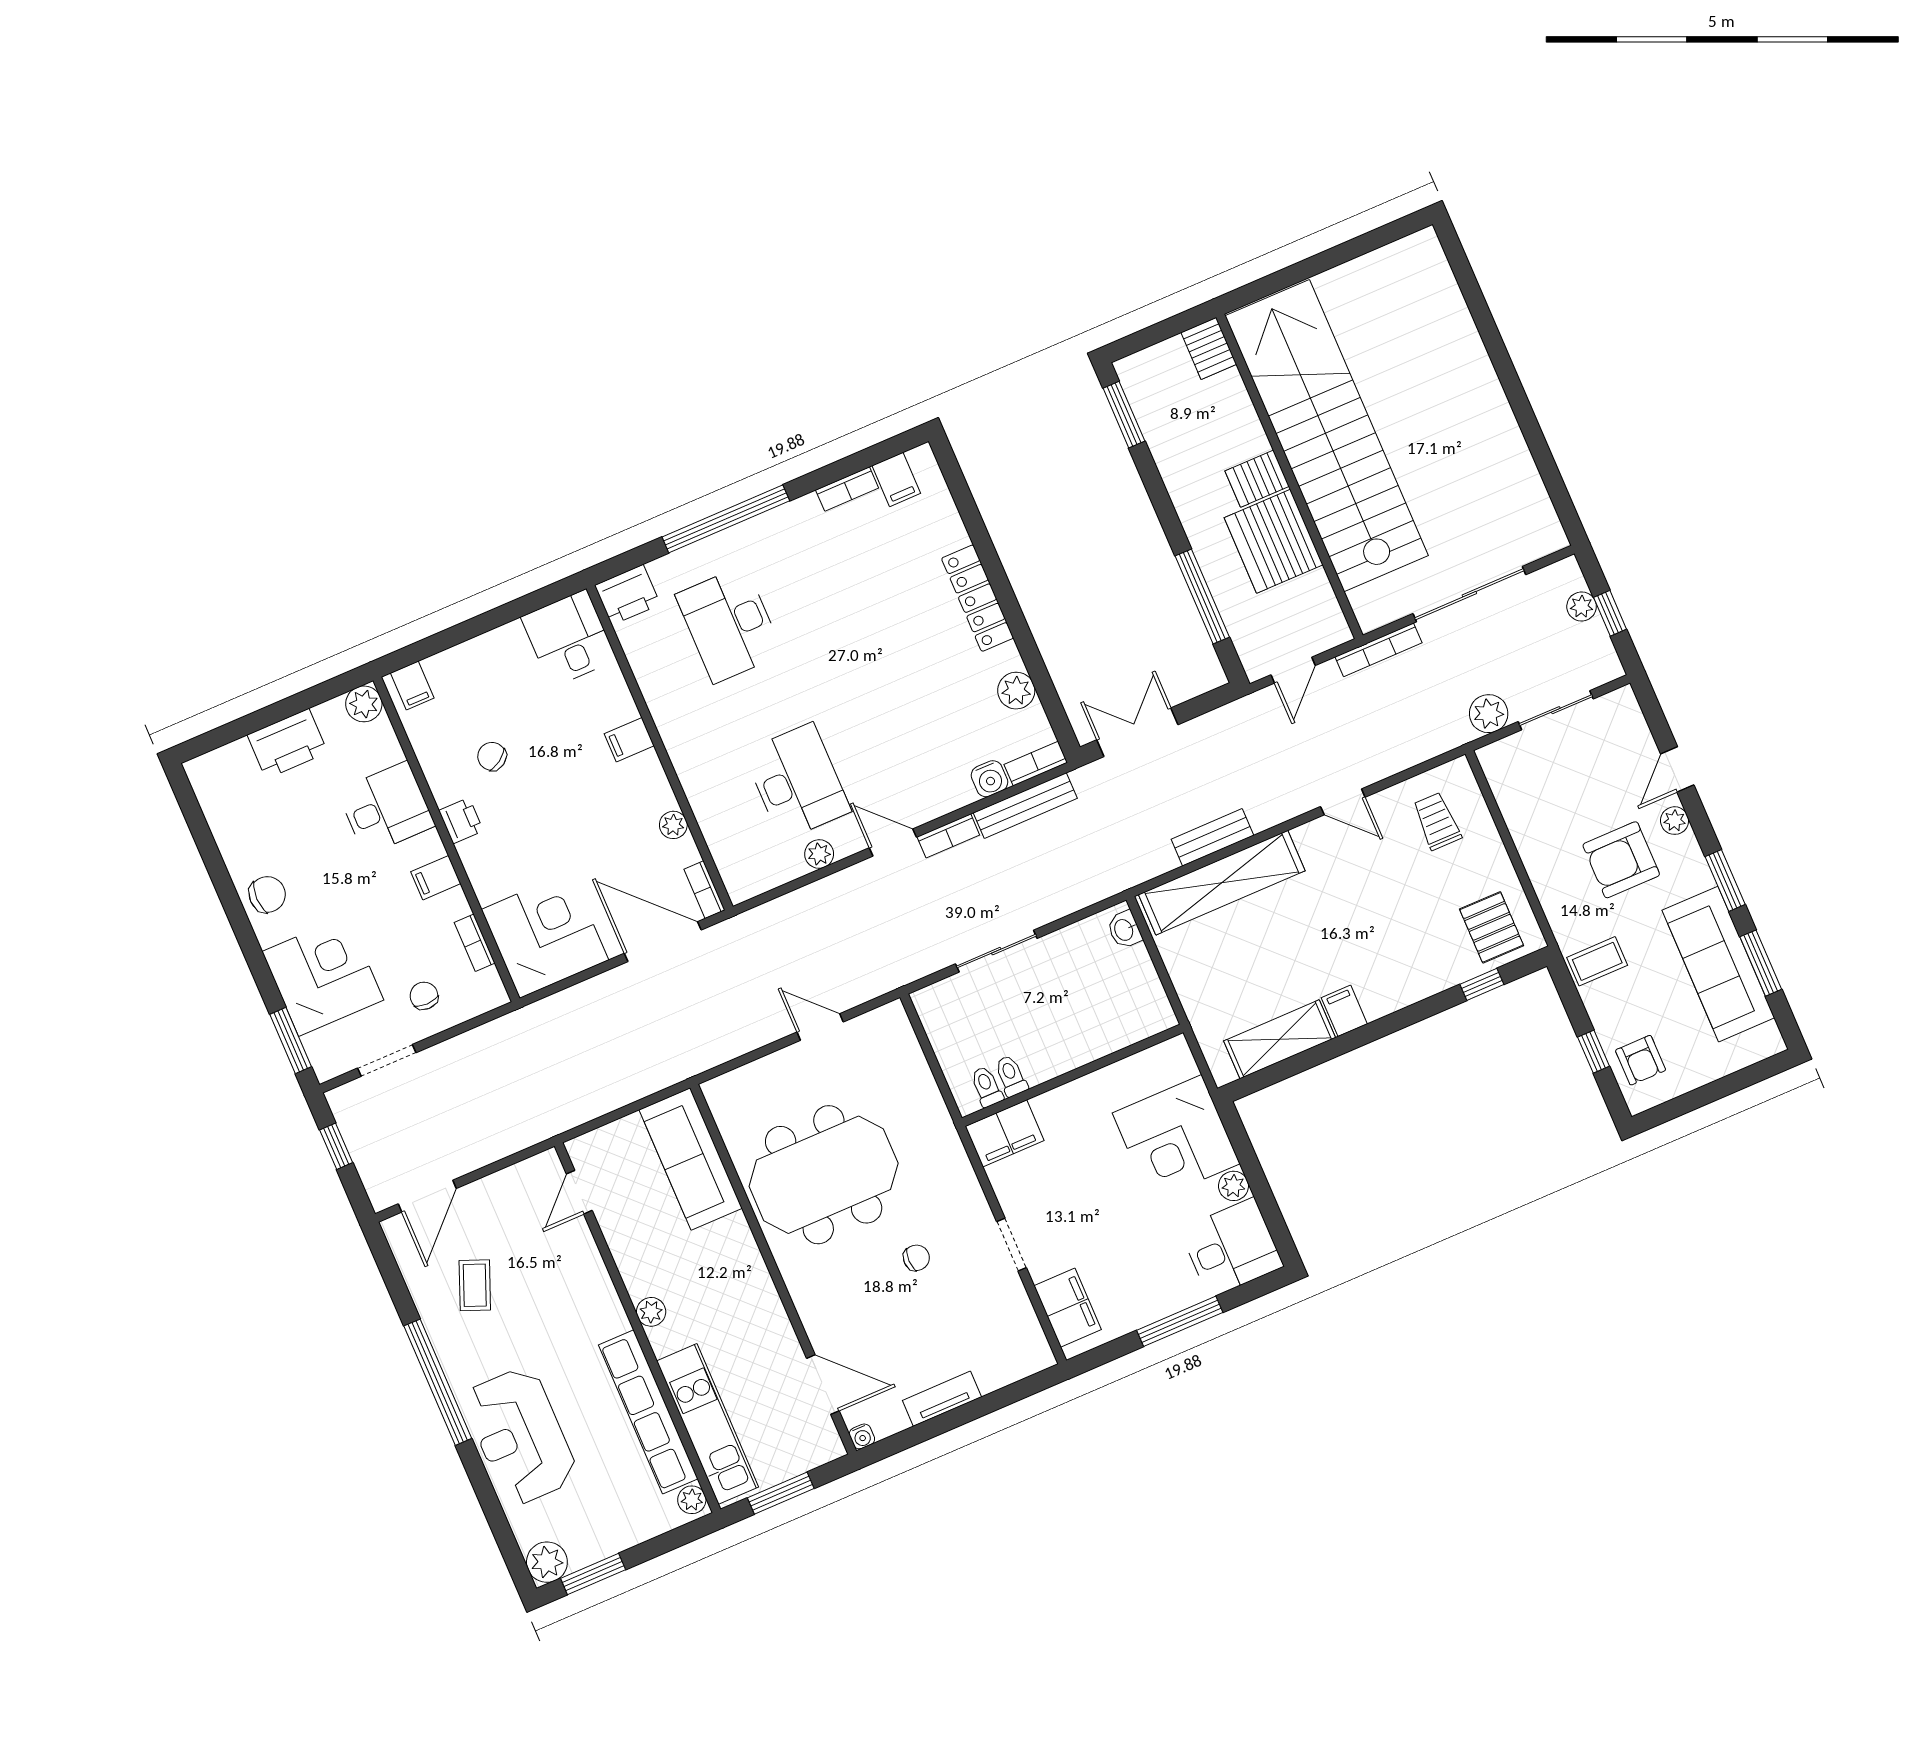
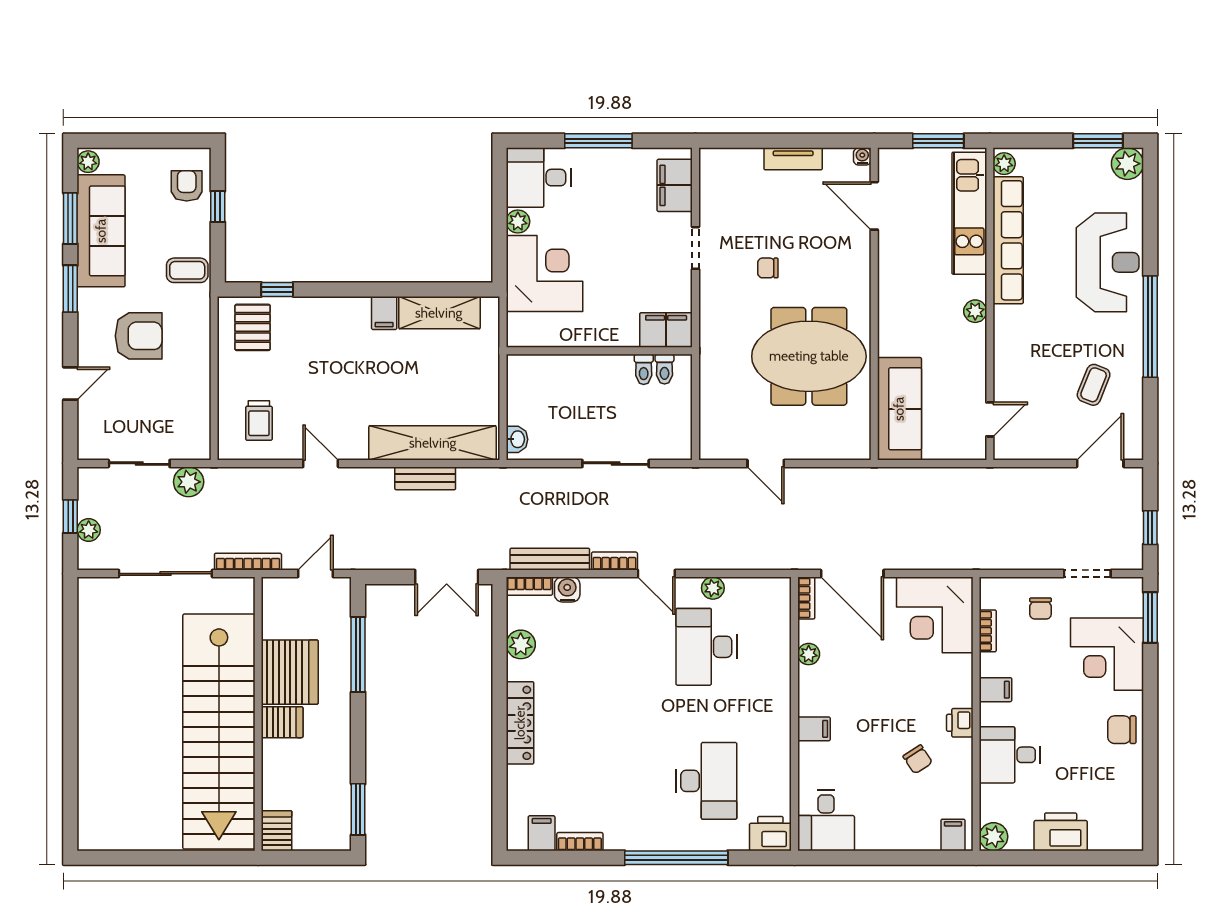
plant: (1675, 821) -> (88, 162), moved

